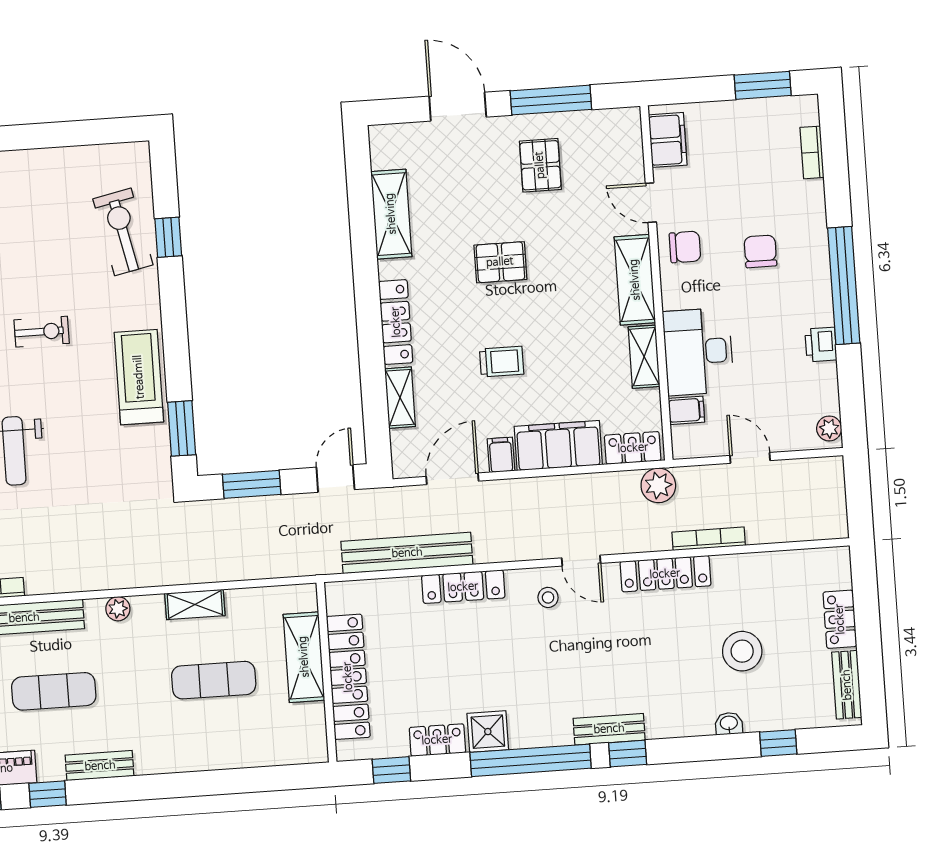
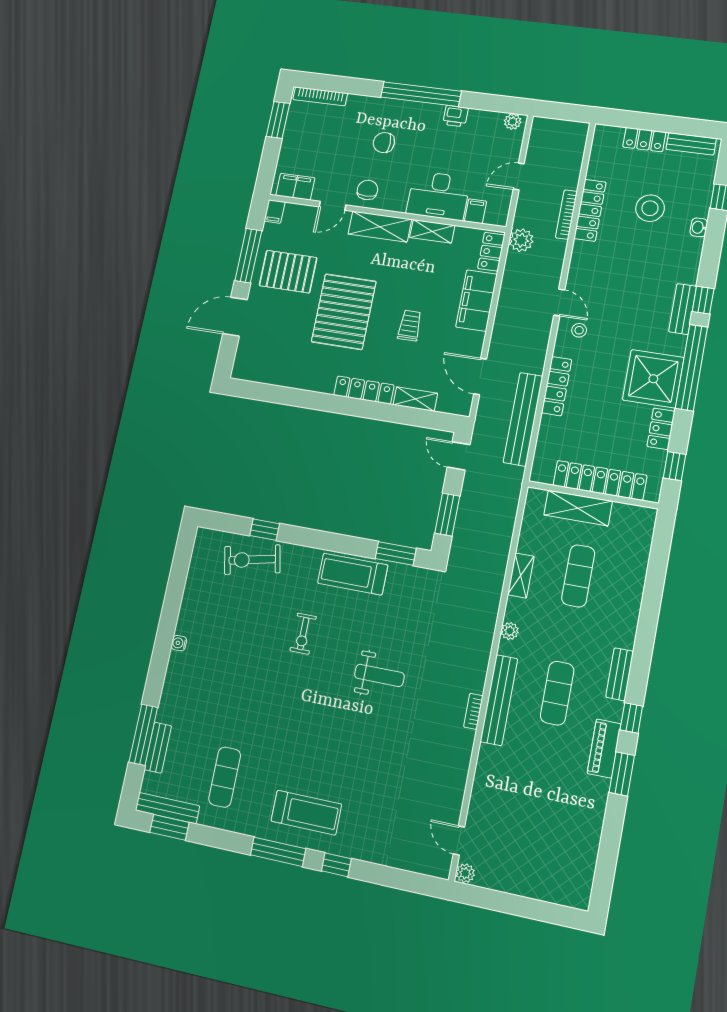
bookcase: (812, 152) -> (320, 96), width x1.56
pallet: (540, 165) -> (288, 272), width x1.50, depth x1.42
shelving: (391, 214) -> (292, 376), removed
pallet: (500, 262) -> (344, 312), width x2.05, depth x2.00
exercise bike: (42, 332) -> (303, 634), turned 180
filing cabinet: (501, 455) -> (275, 211), moved, turned -90
door: (581, 561) -> (559, 302), hinge flipped
locker: (665, 574) -> (590, 210), moved
shower: (488, 732) -> (653, 379), width x1.86, depth x1.86

